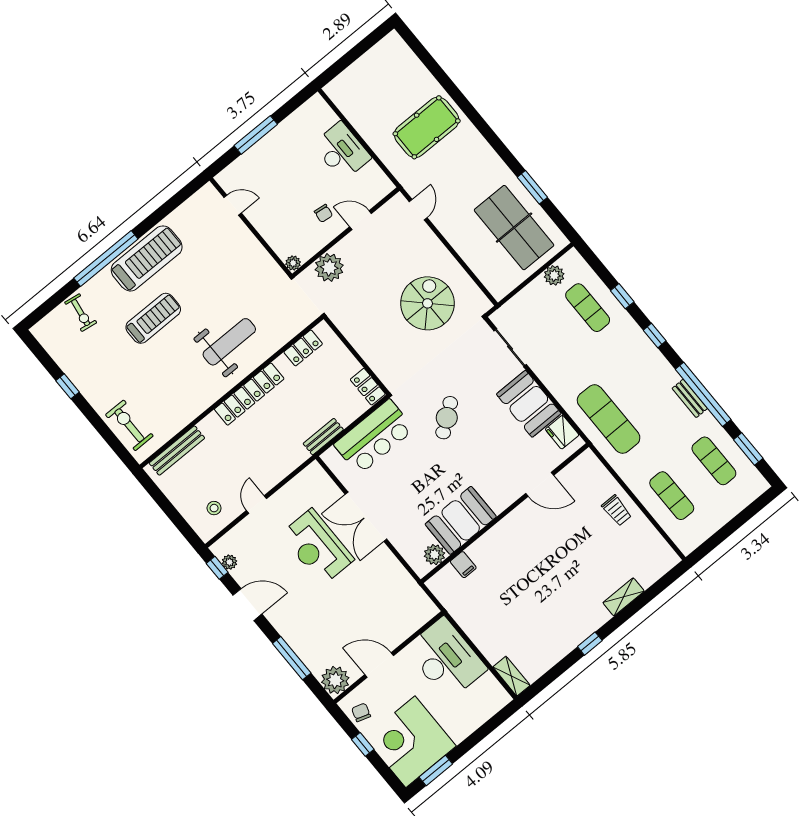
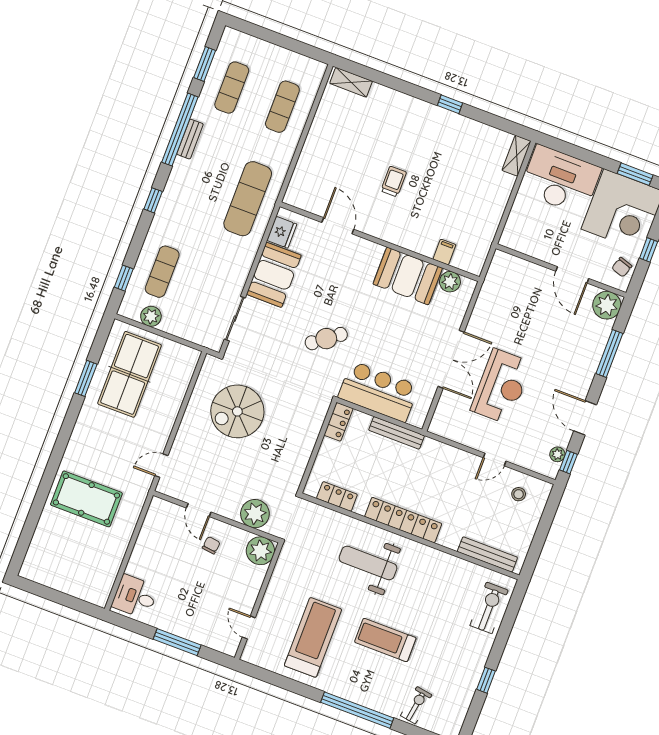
desk: (342, 151) -> (135, 597), moved, width x0.73
treadmill: (147, 258) -> (313, 637), moved, turned 90
plant: (293, 263) -> (260, 551), width x1.87, depth x1.87
window: (622, 296) -> (124, 278), moved
exercise bike: (129, 425) -> (489, 608), turned 180
bench: (323, 437) -> (397, 433), width x1.36
trolley: (617, 510) -> (394, 182), moved
shelving: (624, 597) -> (351, 82), moved
desk: (446, 659) -> (561, 180), moved, turned 90

